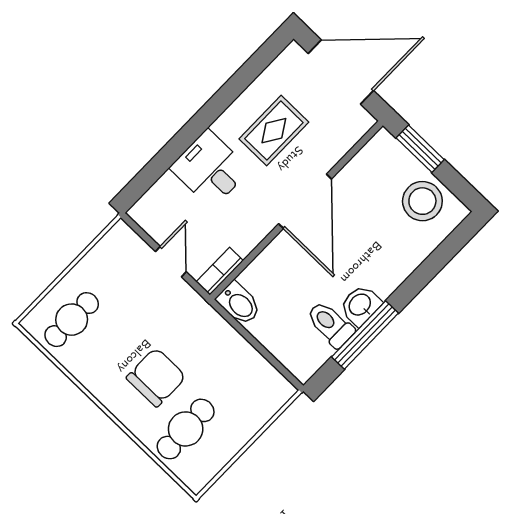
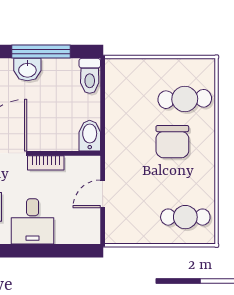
bookcase: (220, 271) -> (46, 163), moved
toilet: (330, 324) -> (90, 76), moved
chair: (156, 377) -> (172, 142), turned -90

